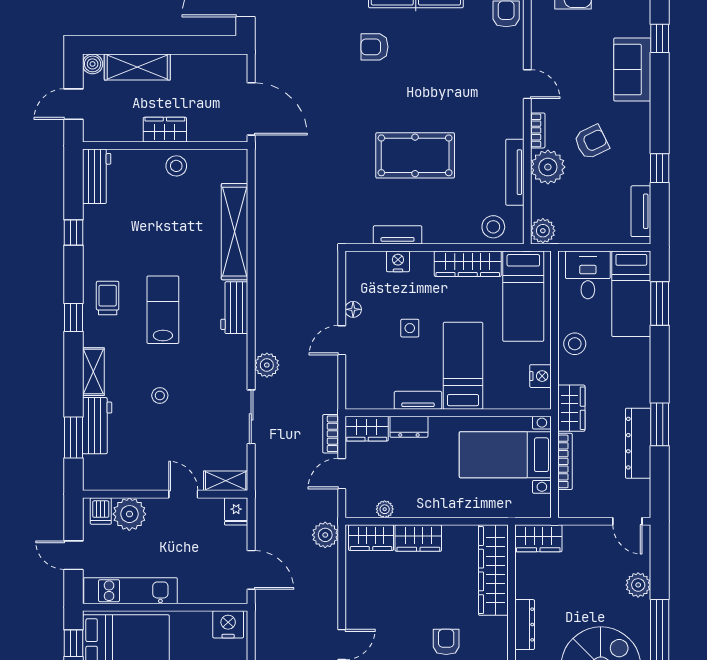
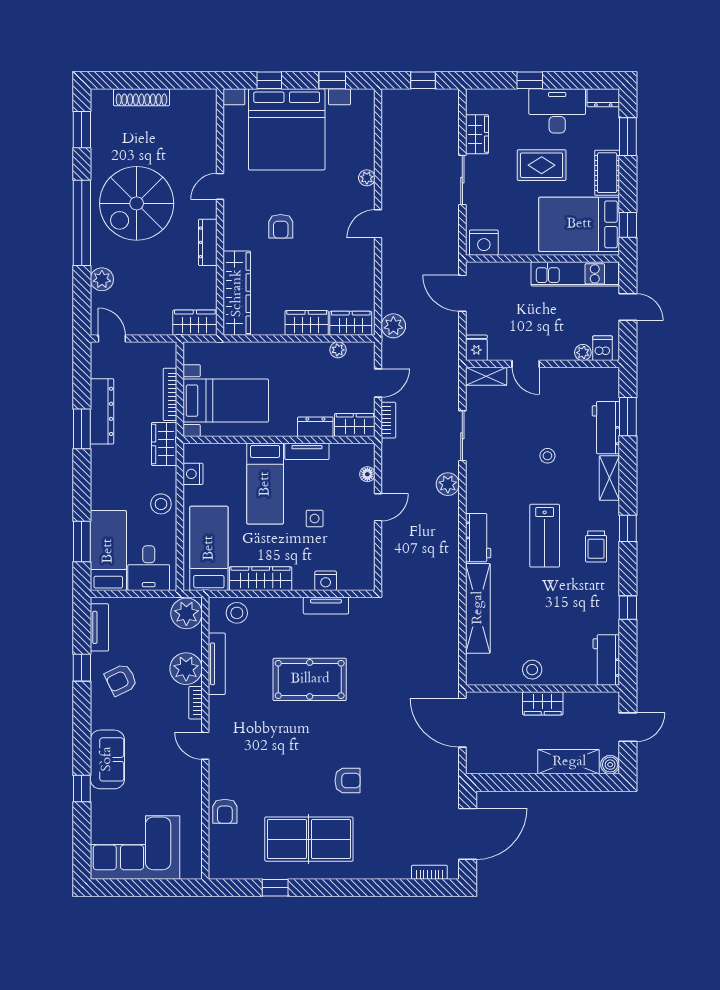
armchair: (591, 142) -> (121, 680), moved
plant: (543, 231) -> (186, 613), width x1.36, depth x1.36
floor lamp: (353, 309) -> (367, 474), moved
plant: (129, 514) -> (583, 353), width x0.53, depth x0.53

